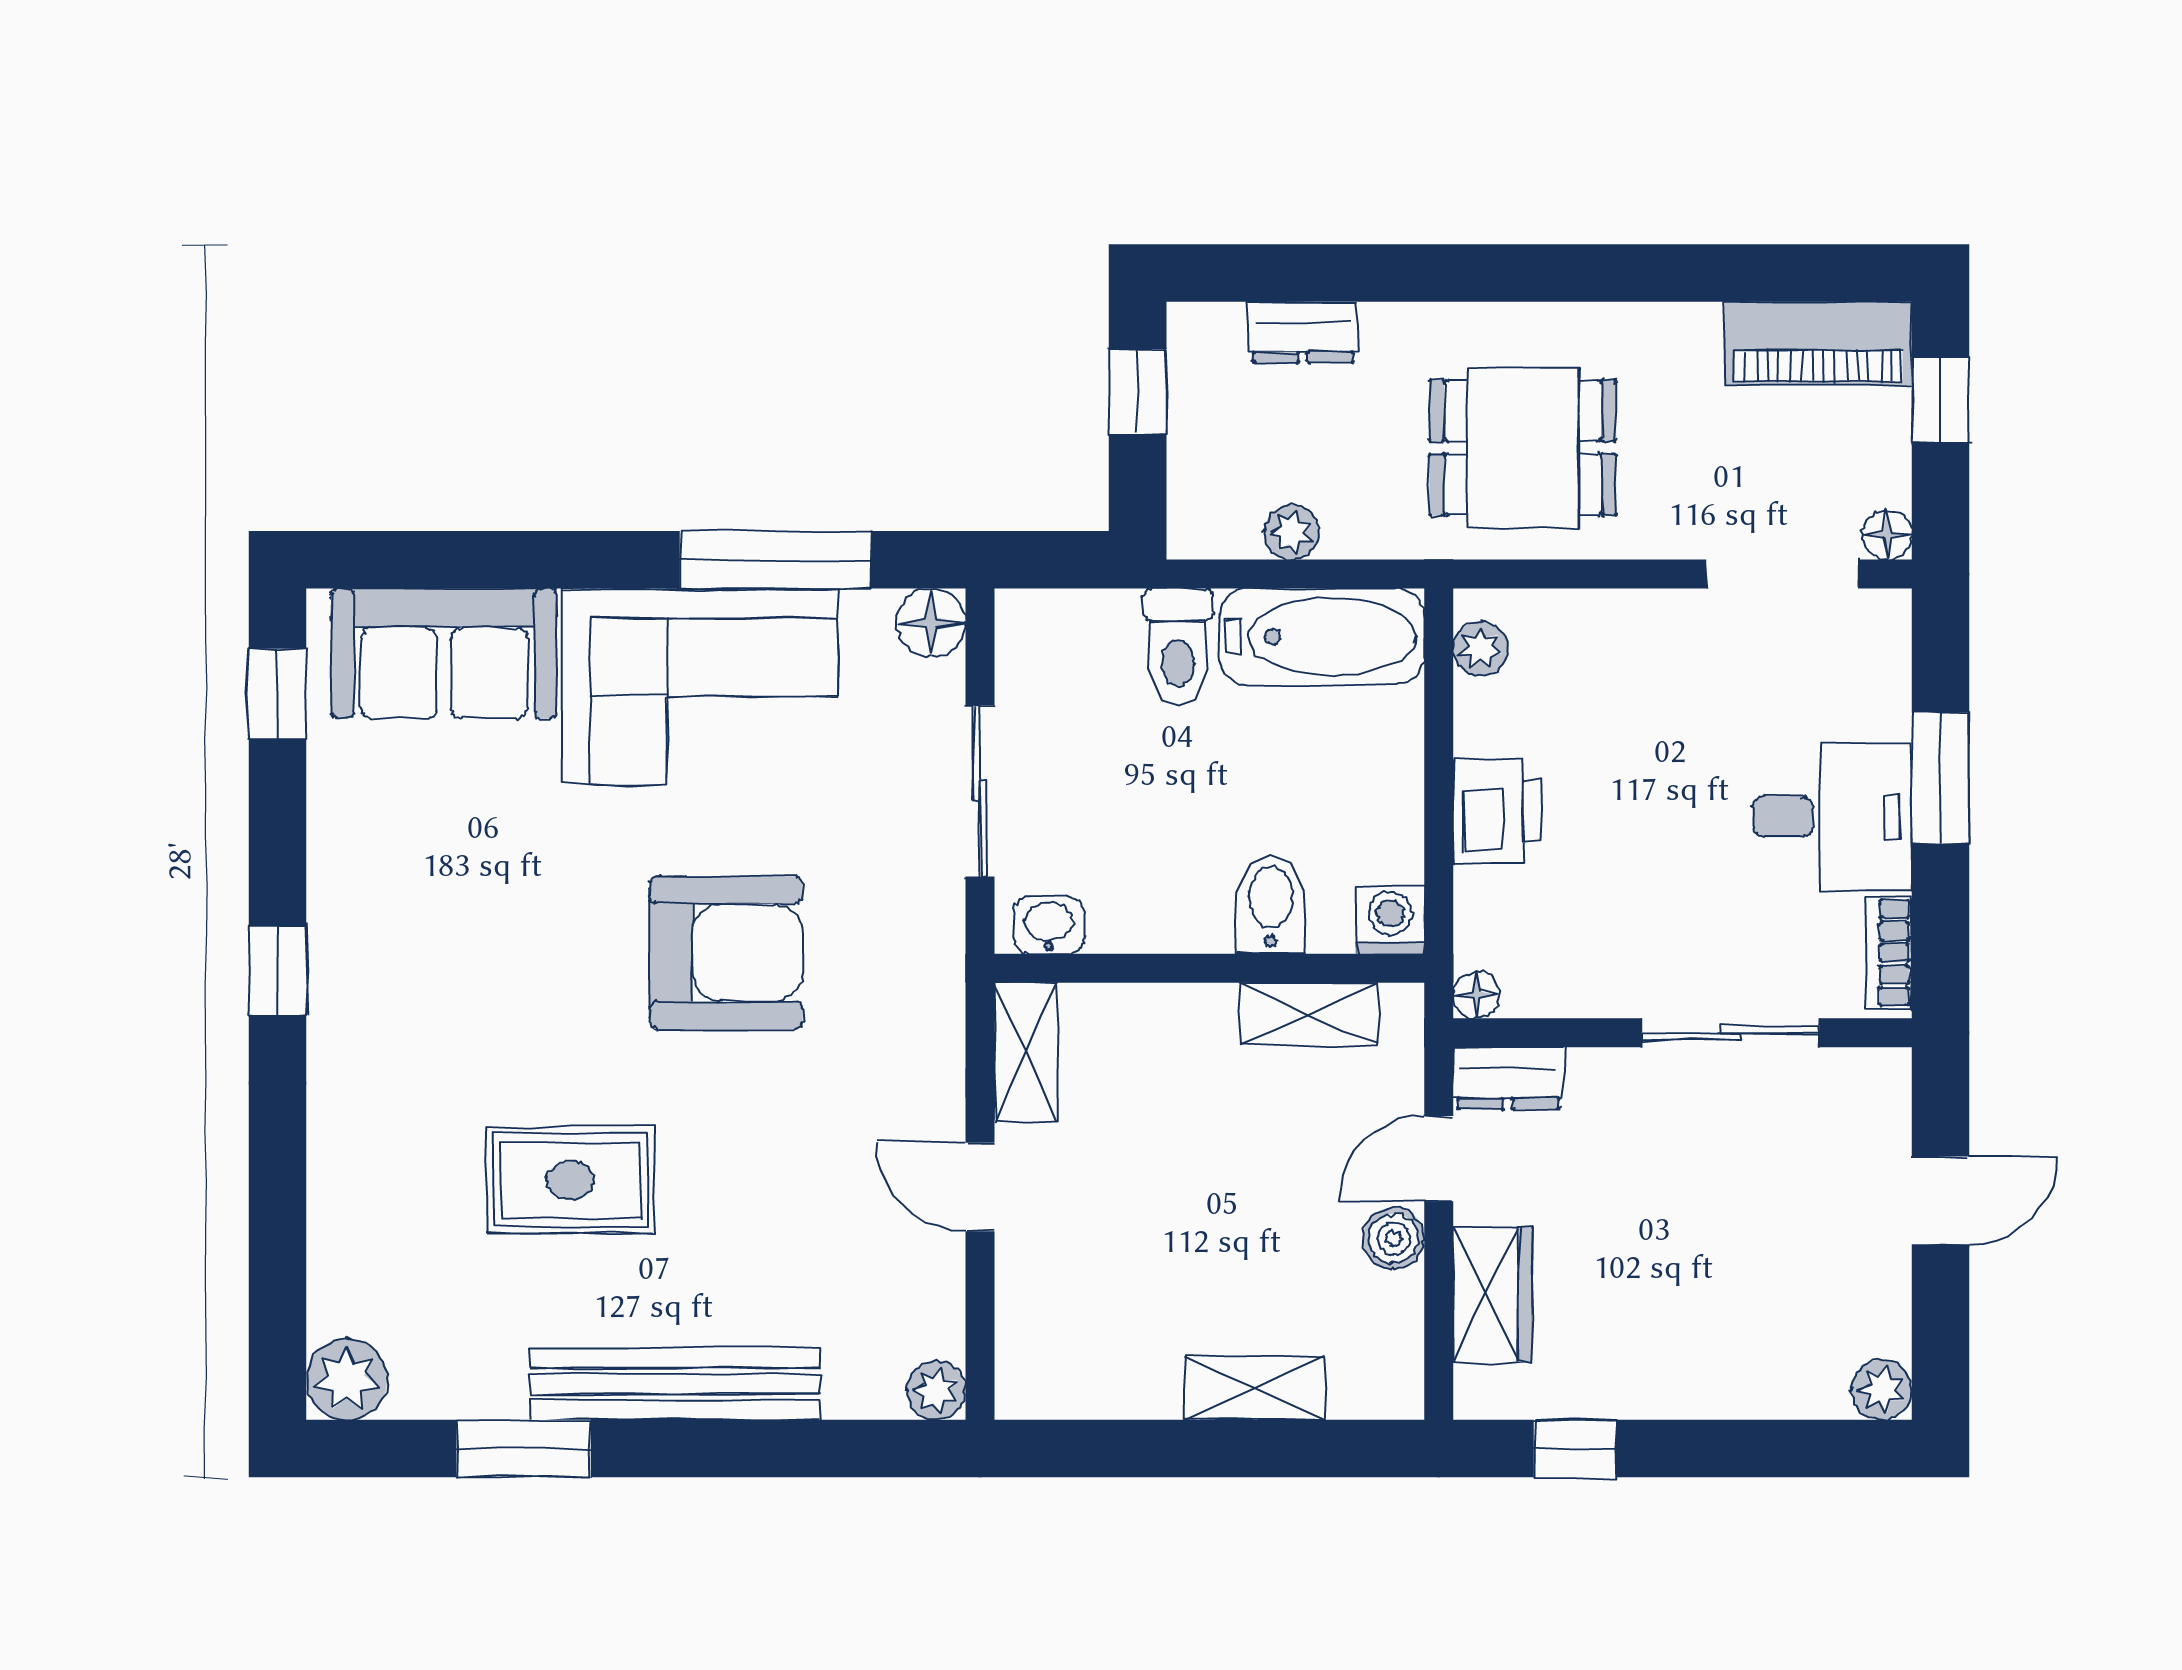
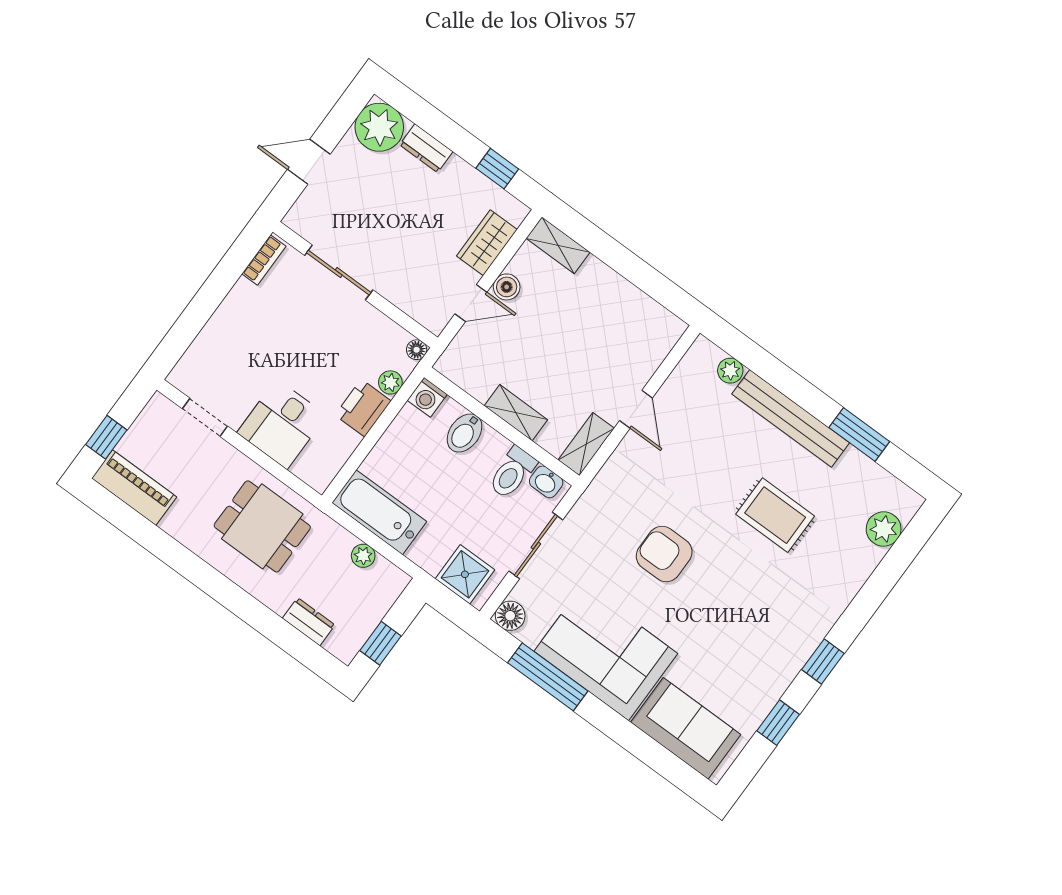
floor lamp: (1887, 535) -> (159, 404), removed
doorway: (1782, 574) -> (205, 417), width x0.73
shower: (1074, 638) -> (465, 574), added
toilet: (1178, 647) -> (512, 473), moved, turned 180
plant: (1481, 649) -> (390, 382), moved
window: (277, 694) -> (778, 723), moved
window: (1940, 778) -> (202, 307), removed
desk: (1832, 817) -> (282, 424), moved, turned -90
armchair: (726, 953) -> (664, 554), width x0.73, depth x0.73
shelving: (1309, 1014) -> (516, 413), moved
dresser: (1508, 1078) -> (426, 148), moved, turned 180
plant: (347, 1379) -> (884, 529), moved
shelving: (1254, 1388) -> (558, 245), moved
plant: (936, 1390) -> (730, 371), moved
plant: (1882, 1390) -> (379, 127), width x1.88, depth x1.88

